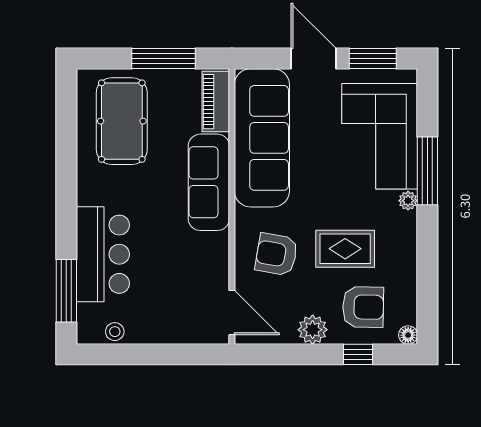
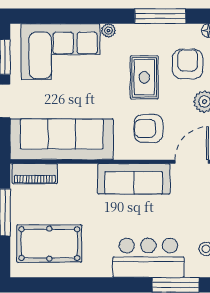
window: (427, 171) -> (160, 16), moved
sofa: (209, 182) -> (134, 179), moved
armchair: (276, 254) -> (148, 129), turned 80

